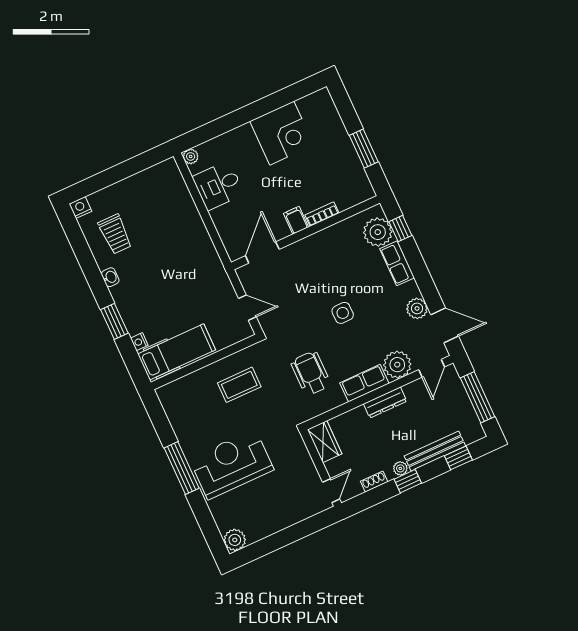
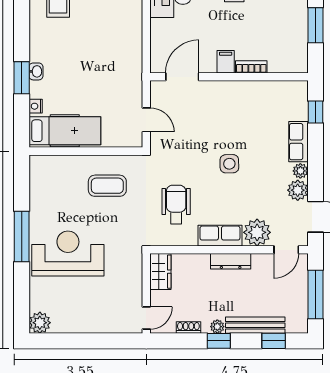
plant: (378, 232) -> (300, 171), moved, width x0.53, depth x0.53
washbasin: (110, 277) -> (36, 71), moved

